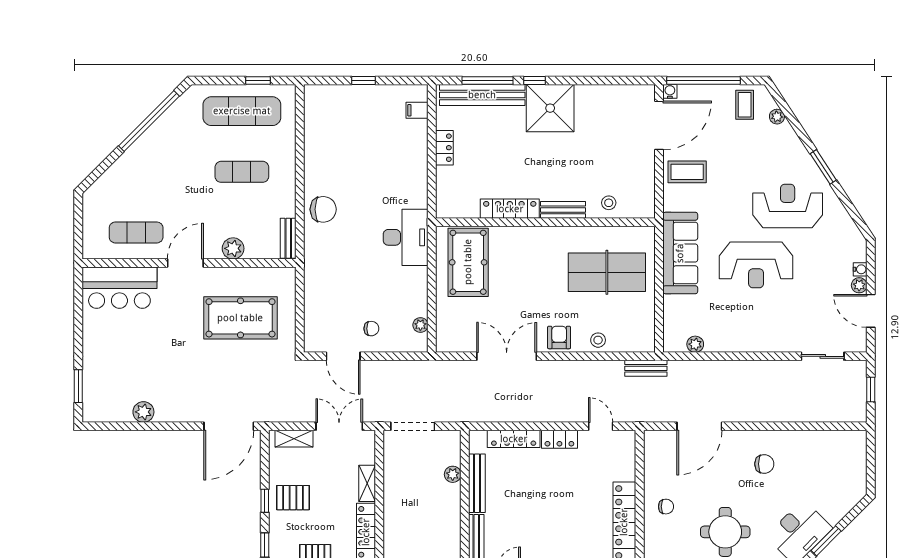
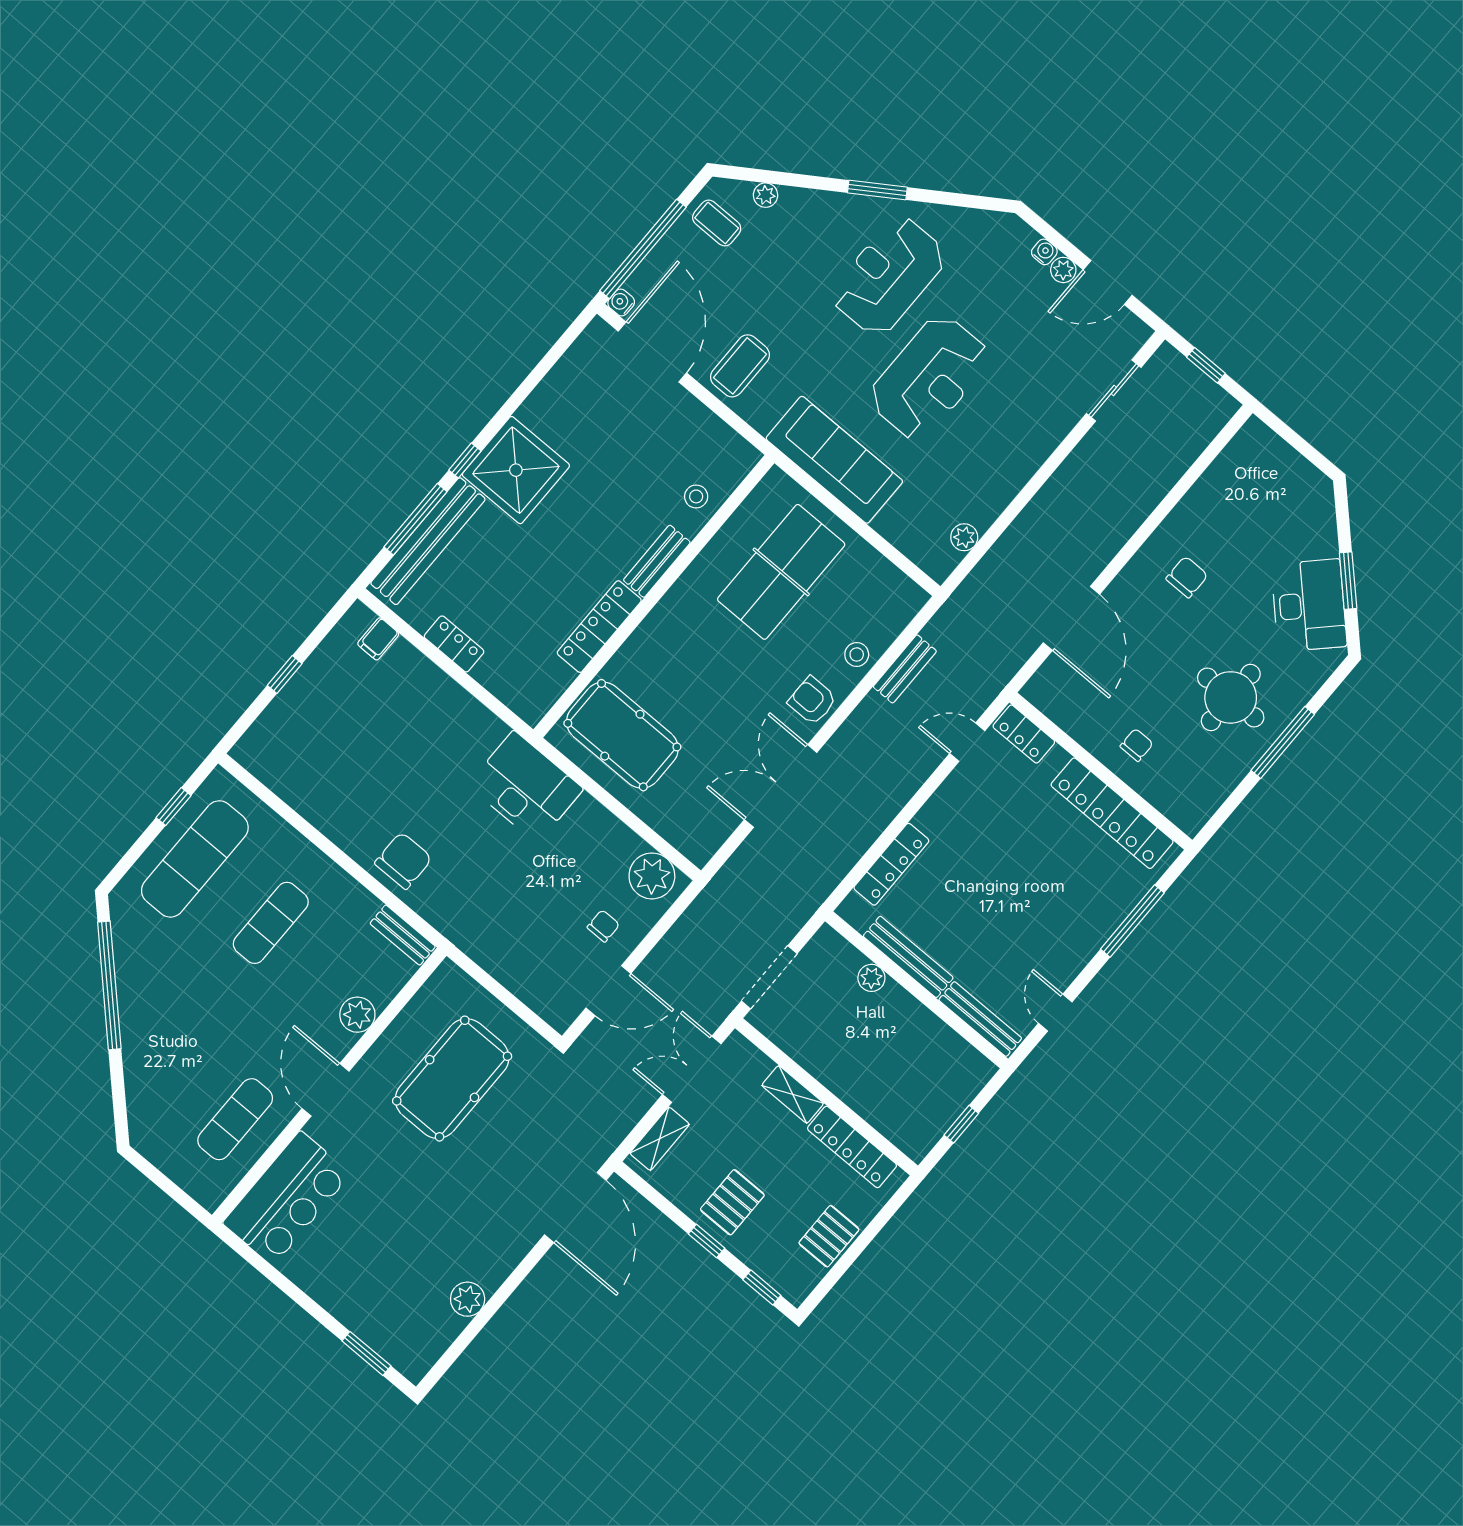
plant: (420, 325) -> (652, 876), width x1.87, depth x1.87
bench: (646, 368) -> (905, 669), moved
locker: (559, 439) -> (1024, 734), moved, turned 90

